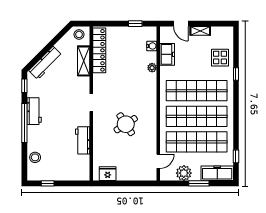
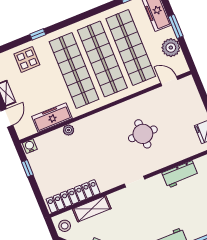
water cooler: (152, 46) -> (30, 146), moved
freezer: (167, 54) -> (52, 117), width x1.40
round table: (126, 124) -> (143, 134), turned 33

